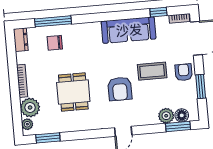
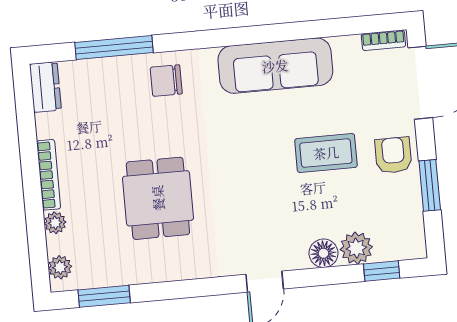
window: (158, 12) -> (339, 27), removed
chair: (55, 43) -> (166, 81), moved
armchair: (120, 89) -> (257, 191), removed
plant: (30, 108) -> (55, 223), width x0.53, depth x0.53
floor lamp: (182, 115) -> (323, 253), moved
window: (178, 126) -> (382, 271), width x0.67

